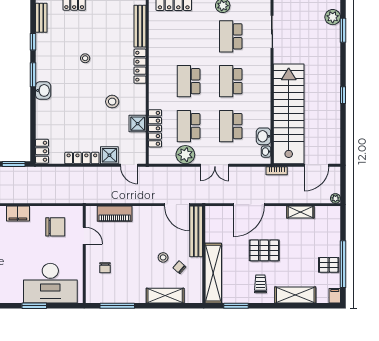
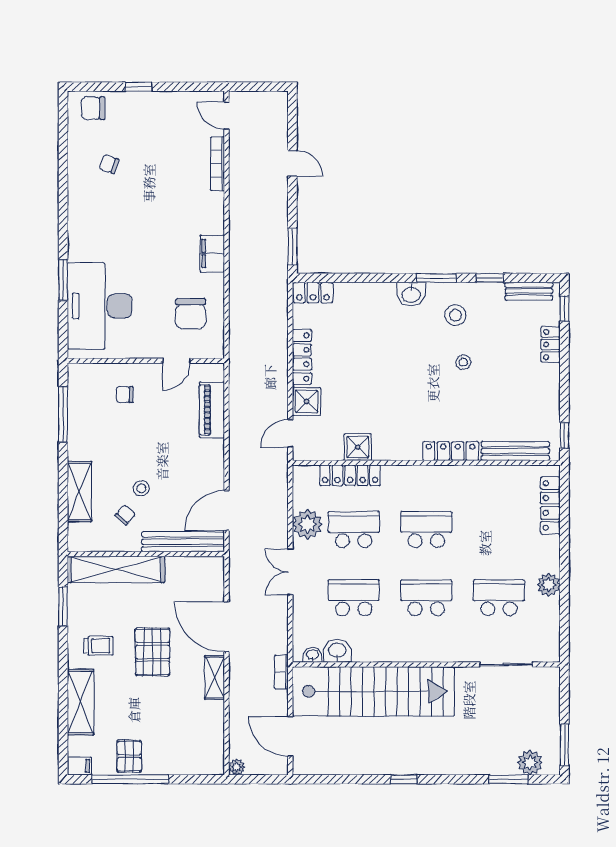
stool: (112, 102) -> (455, 315), moved
shelving: (300, 212) -> (215, 678), moved

